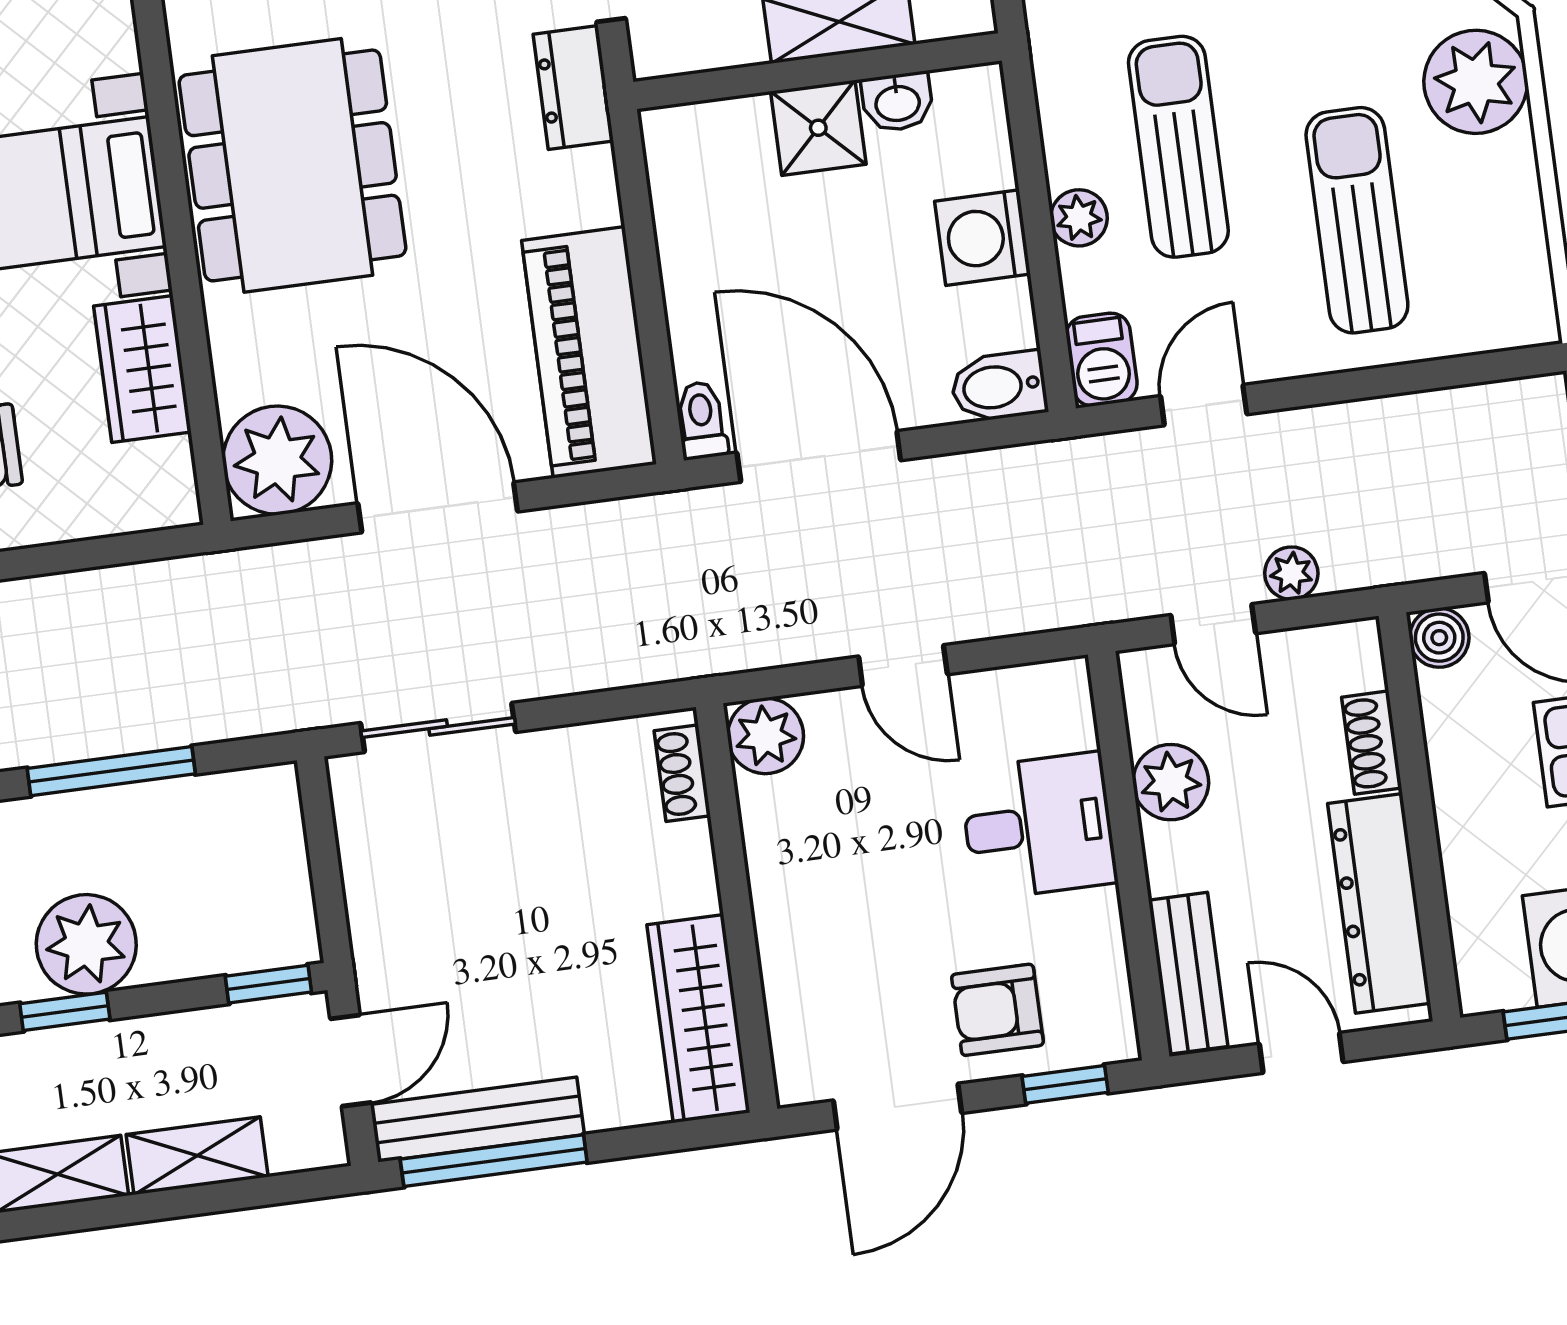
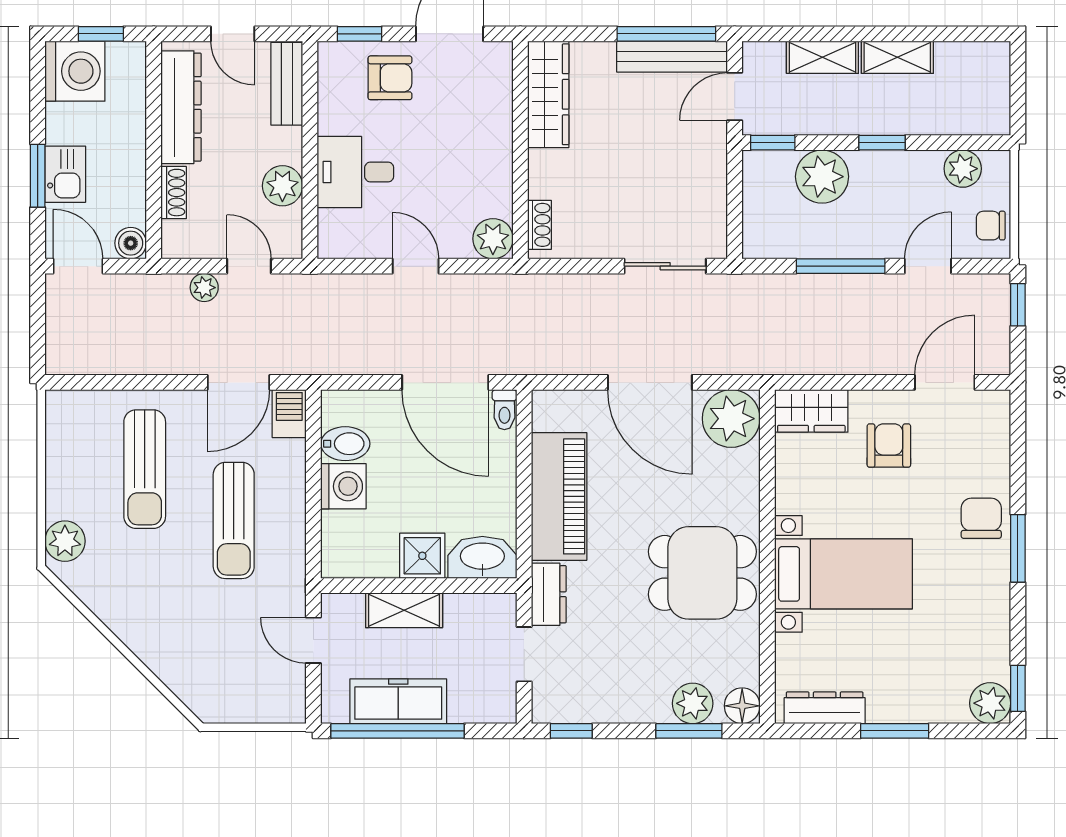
plant: (1476, 82) -> (65, 541), width x0.73, depth x0.73
washbasin: (897, 102) -> (482, 557), moved, width x1.91, depth x1.45
dining table: (293, 165) -> (702, 573), width x0.73
plant: (1079, 218) -> (291, 490), removed
piano: (589, 352) -> (559, 496), moved
wardrobe: (142, 369) -> (811, 411), moved, turned 90
bidet: (999, 387) -> (345, 444), moved
door: (1204, 405) -> (239, 382), width x1.38
plant: (86, 944) -> (822, 177), moved

